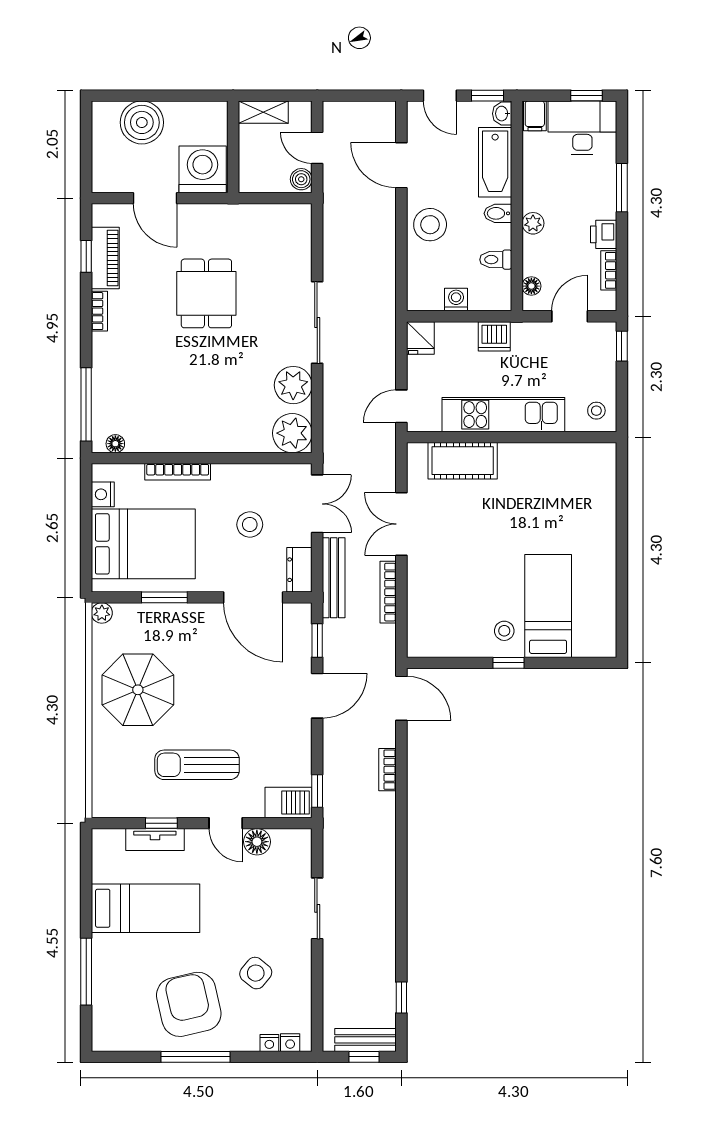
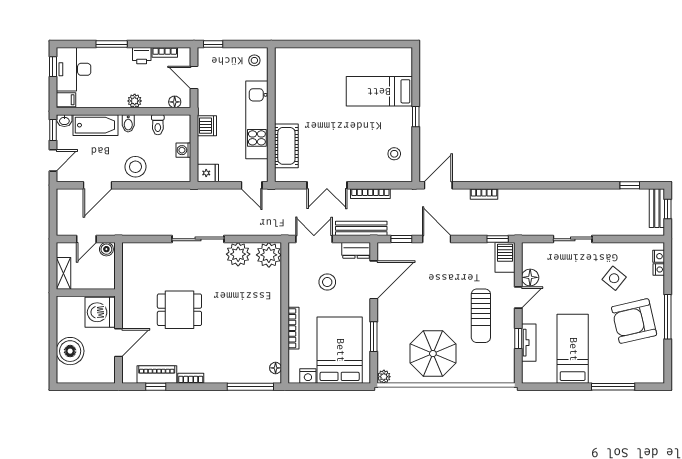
stool: (504, 631) -> (394, 154), moved

